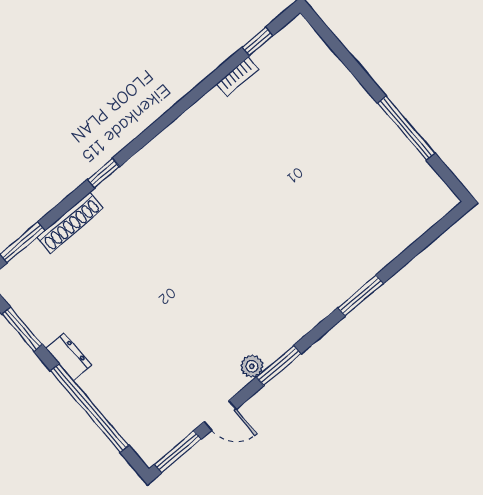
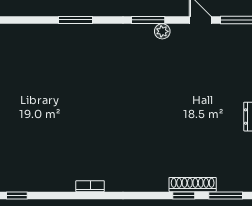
bookcase: (238, 77) -> (90, 186), moved
window: (104, 173) -> (184, 195), moved

